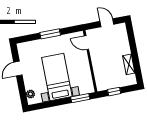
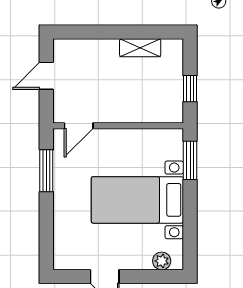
window: (50, 34) -> (46, 171), moved

